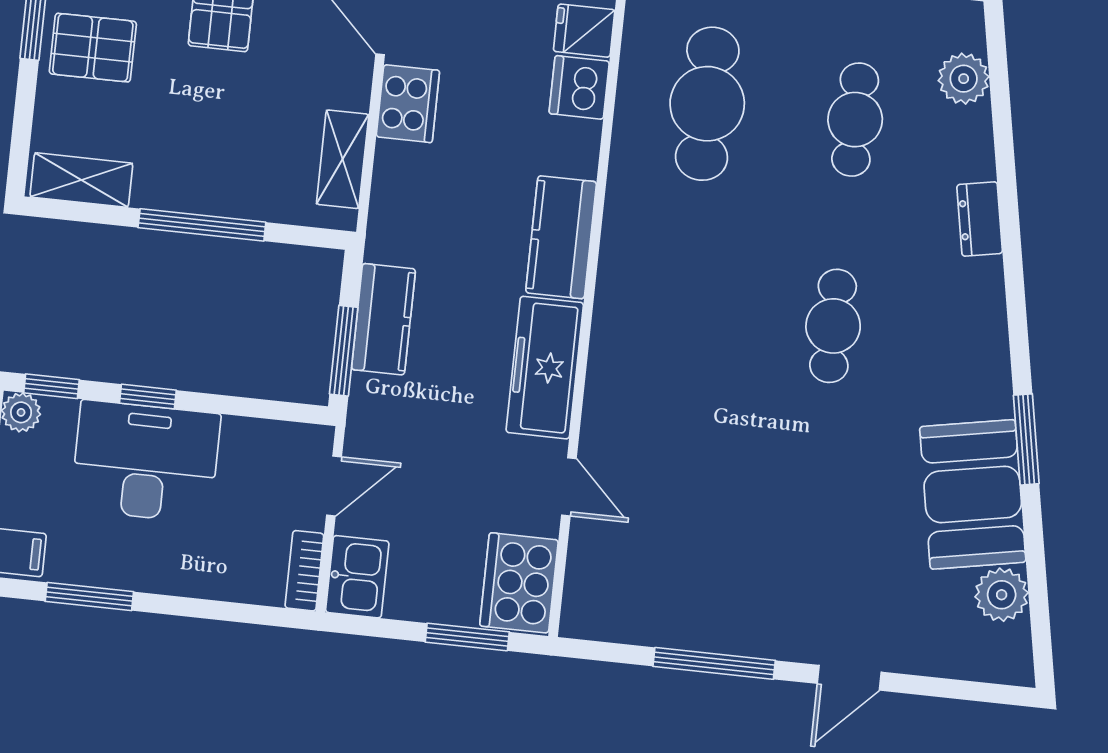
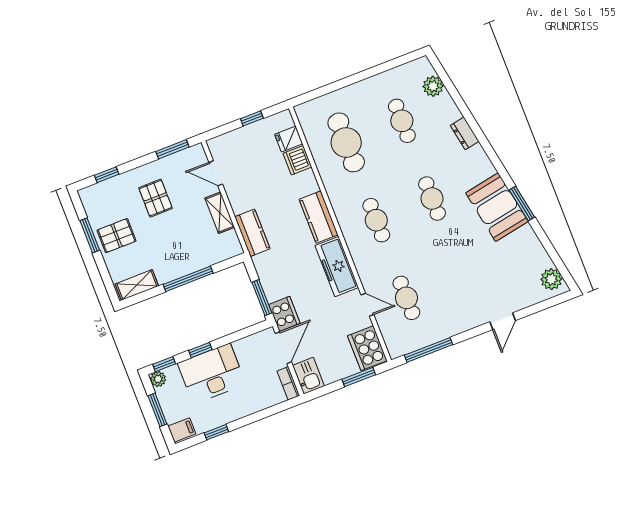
cooker: (408, 104) -> (284, 314), moved
shelving: (343, 159) -> (220, 213), moved
cafe table: (685, 310) -> (376, 220), added
kitchen counter: (383, 319) -> (252, 233), moved
door: (334, 486) -> (283, 348), width x1.38
booth: (973, 494) -> (497, 207), moved
cafe table: (663, 516) -> (406, 298), added
plant: (1002, 595) -> (551, 279), moved
window: (89, 597) -> (216, 432), width x0.67
window: (714, 663) -> (429, 350), moved

